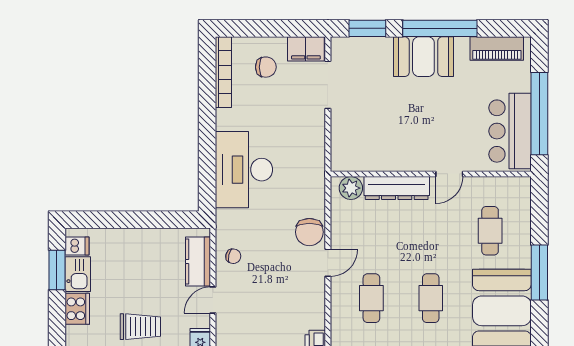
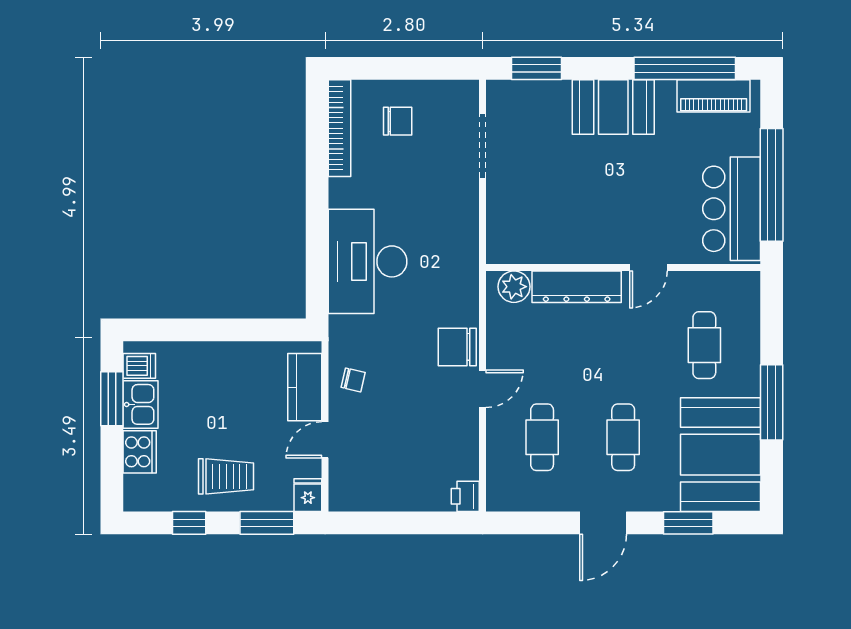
window: (440, 28) -> (685, 68), moved
filing cabinet: (306, 49) -> (452, 96), removed
chair: (309, 232) -> (457, 347), turned 90

